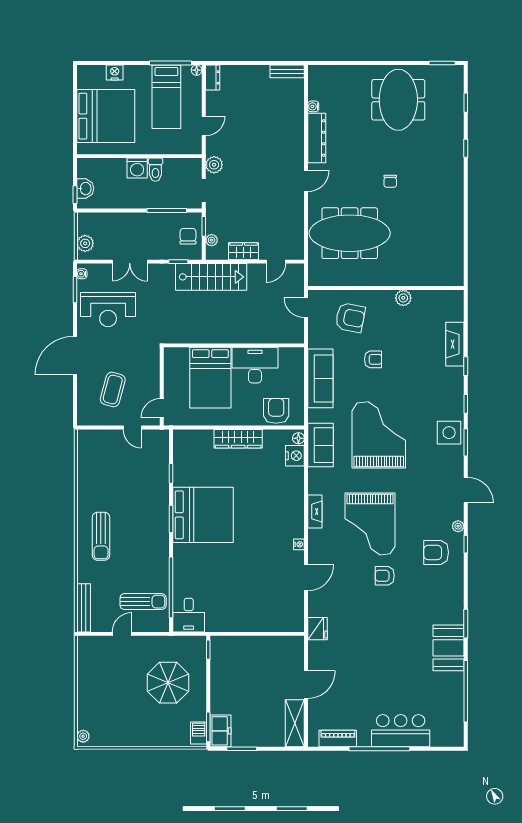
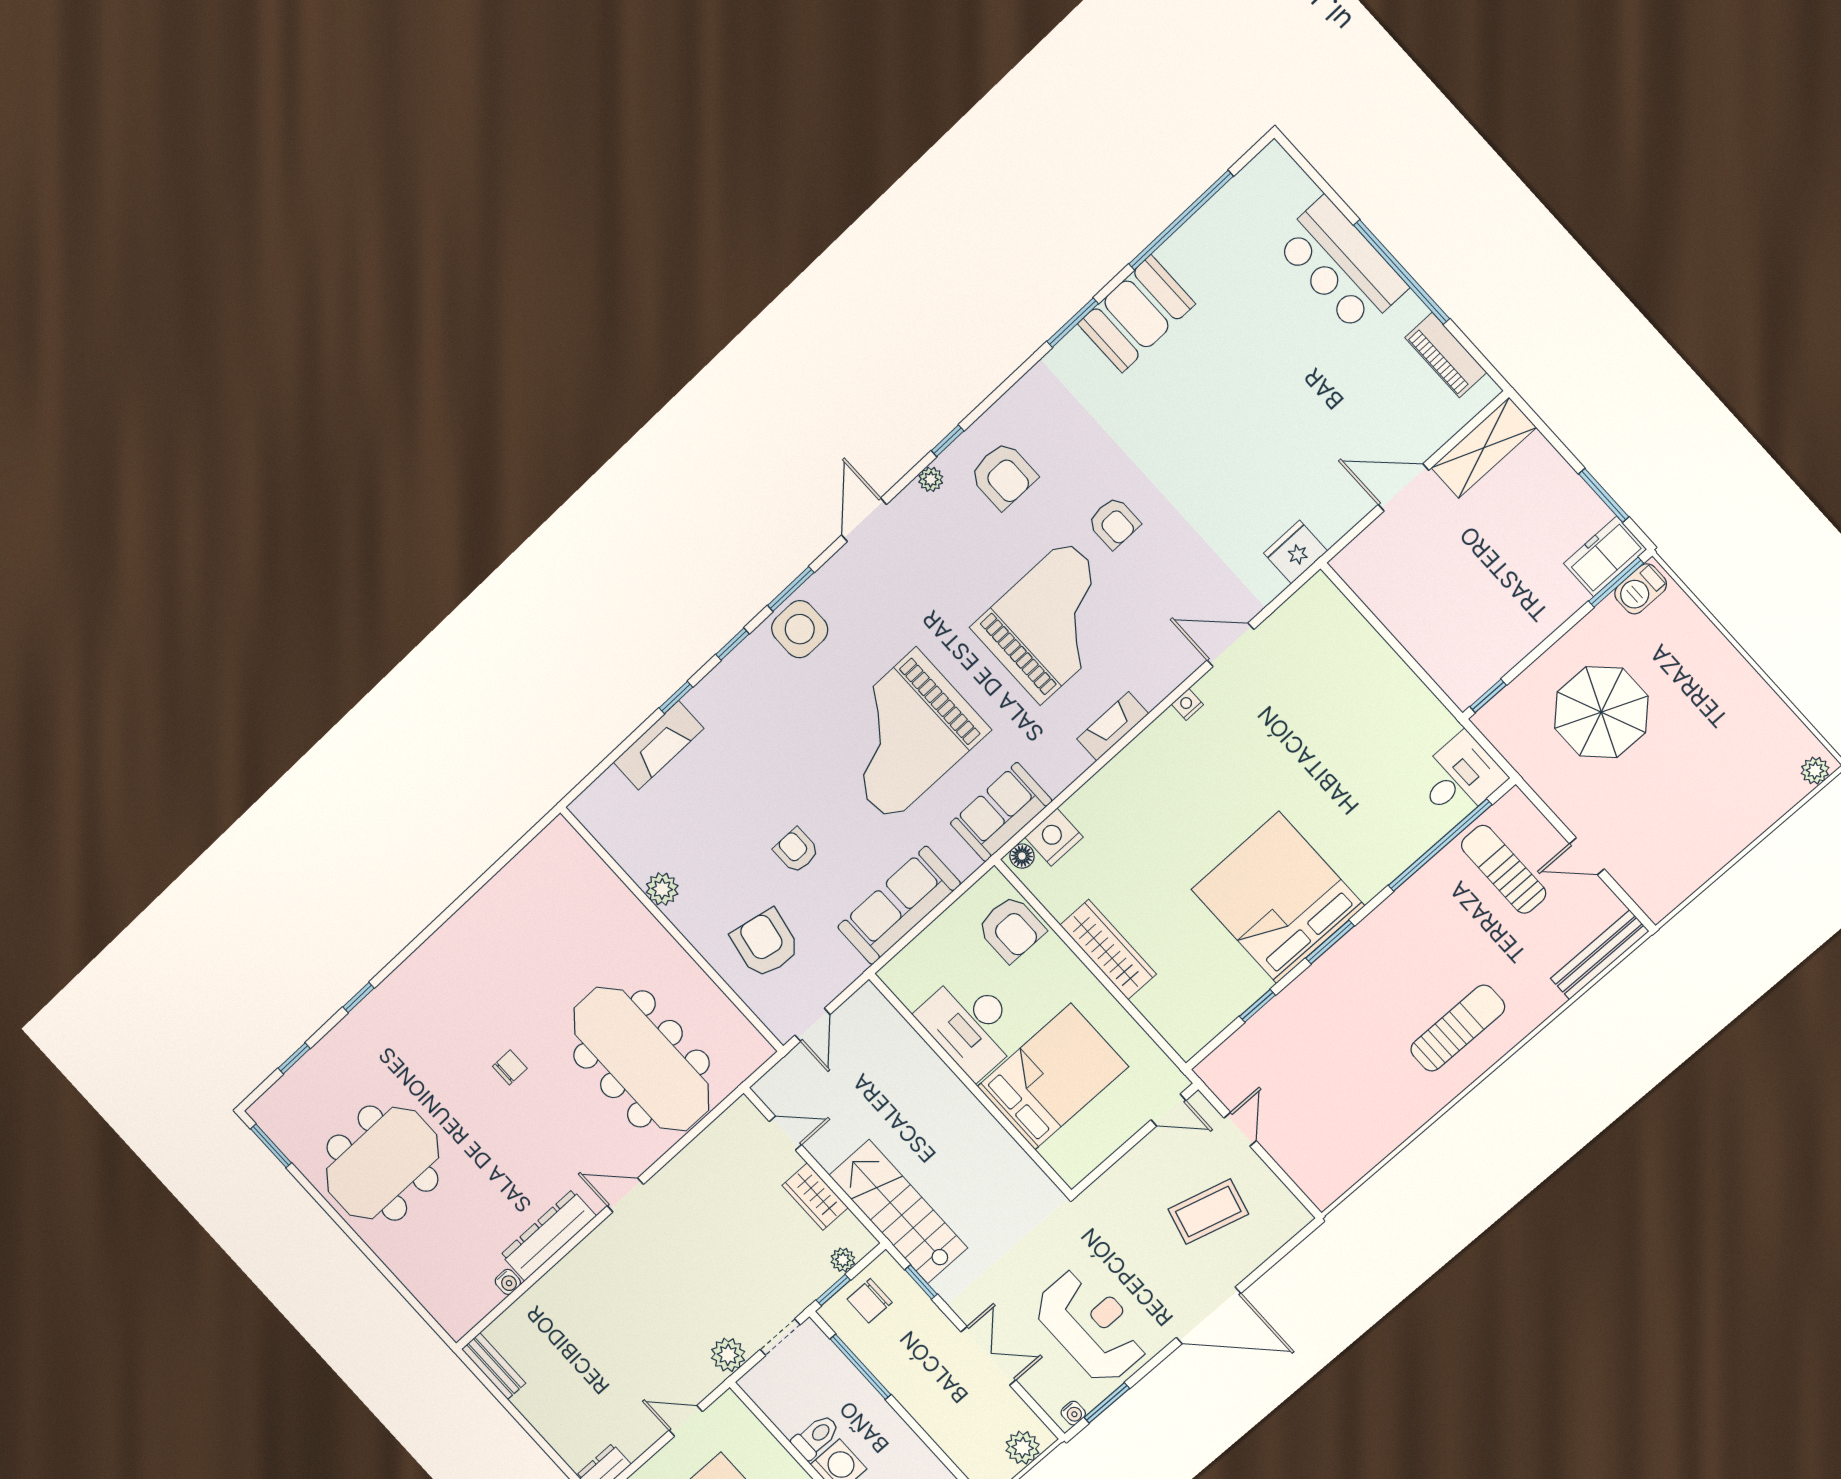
armchair: (276, 411) -> (1011, 929), turned -90

